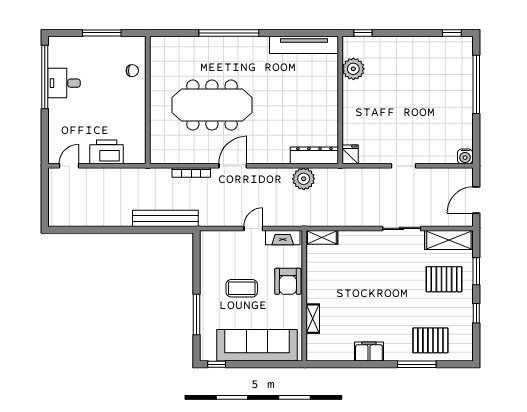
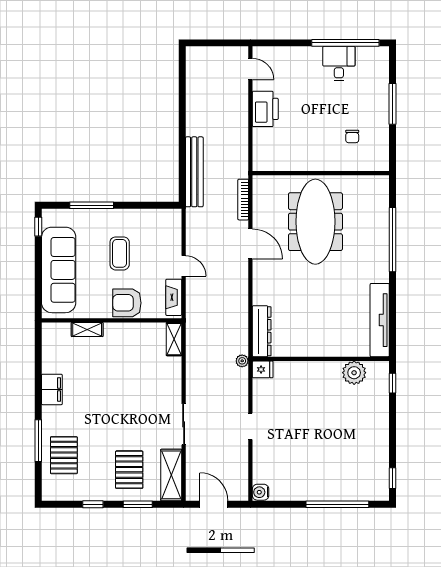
wall: (148, 100) -> (321, 173), moved
plant: (304, 179) -> (242, 361), moved, width x0.53, depth x0.53

